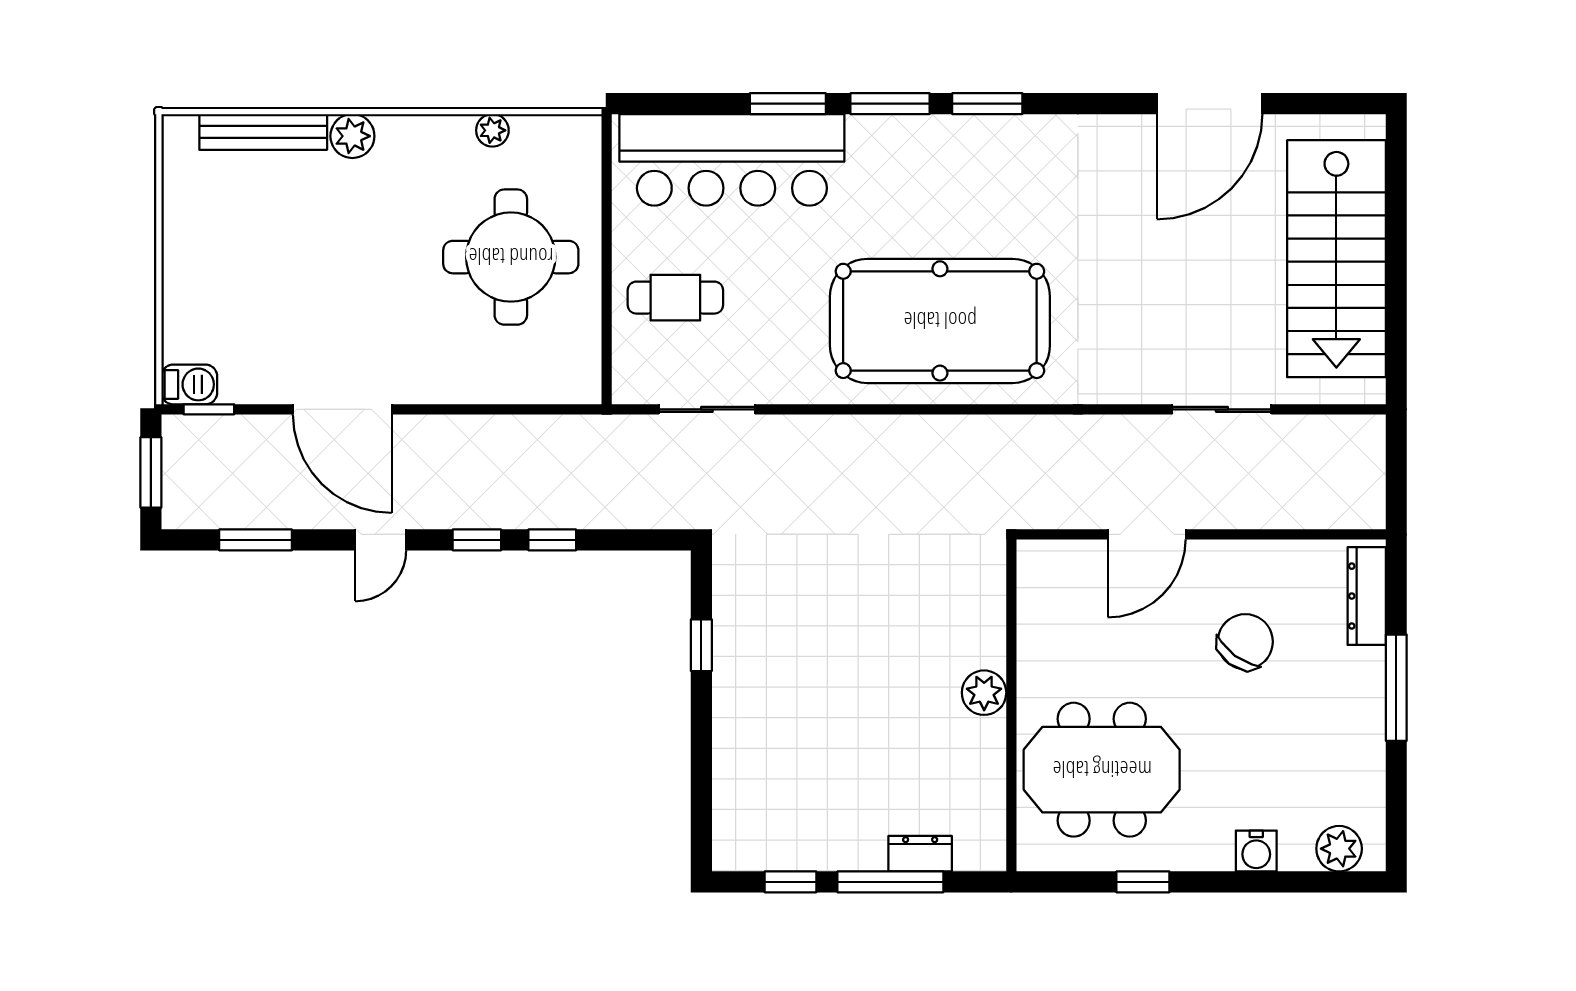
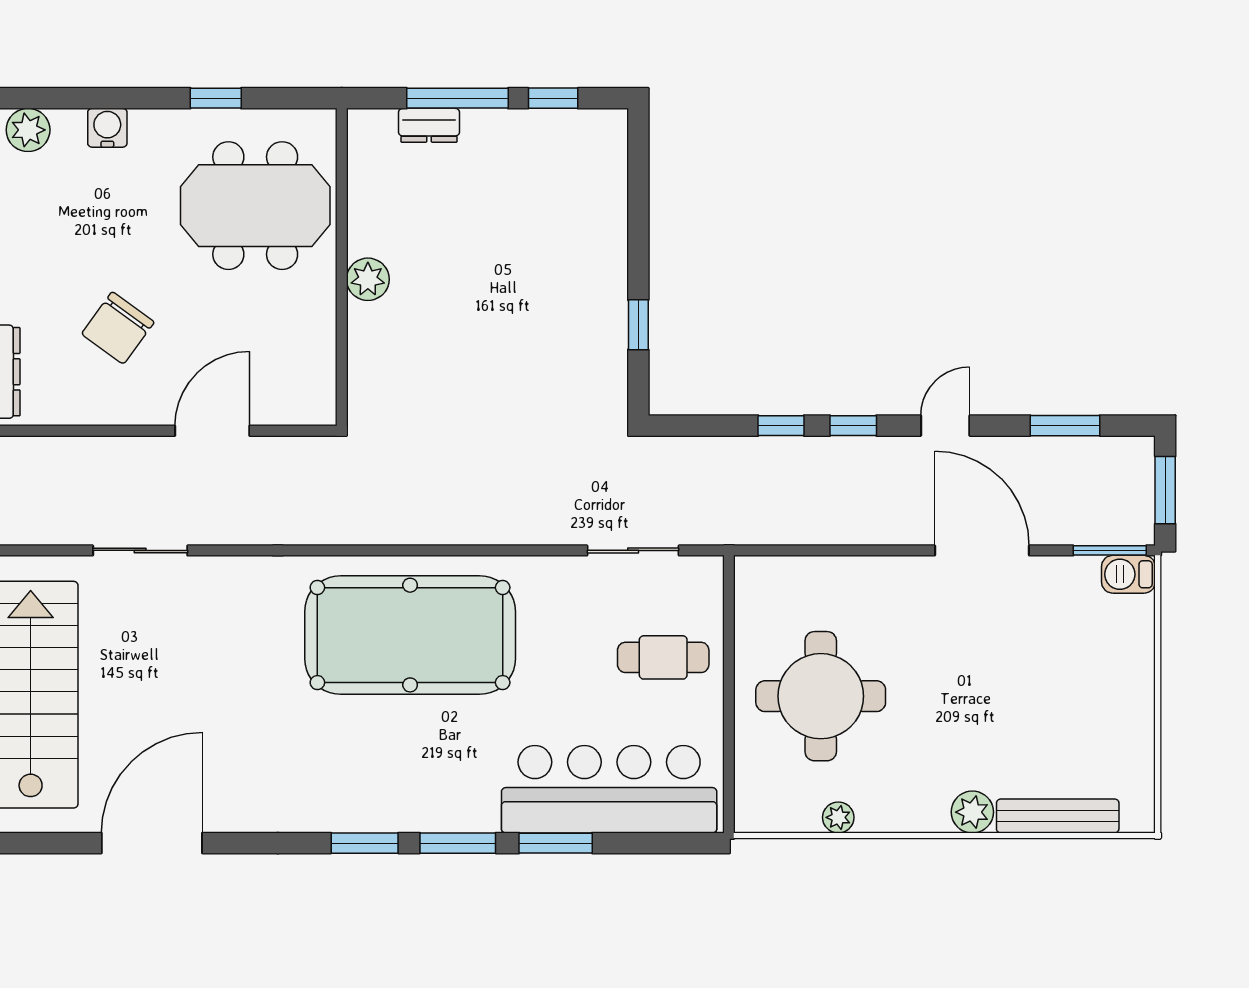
window: (209, 409) -> (1110, 550), width x1.50

